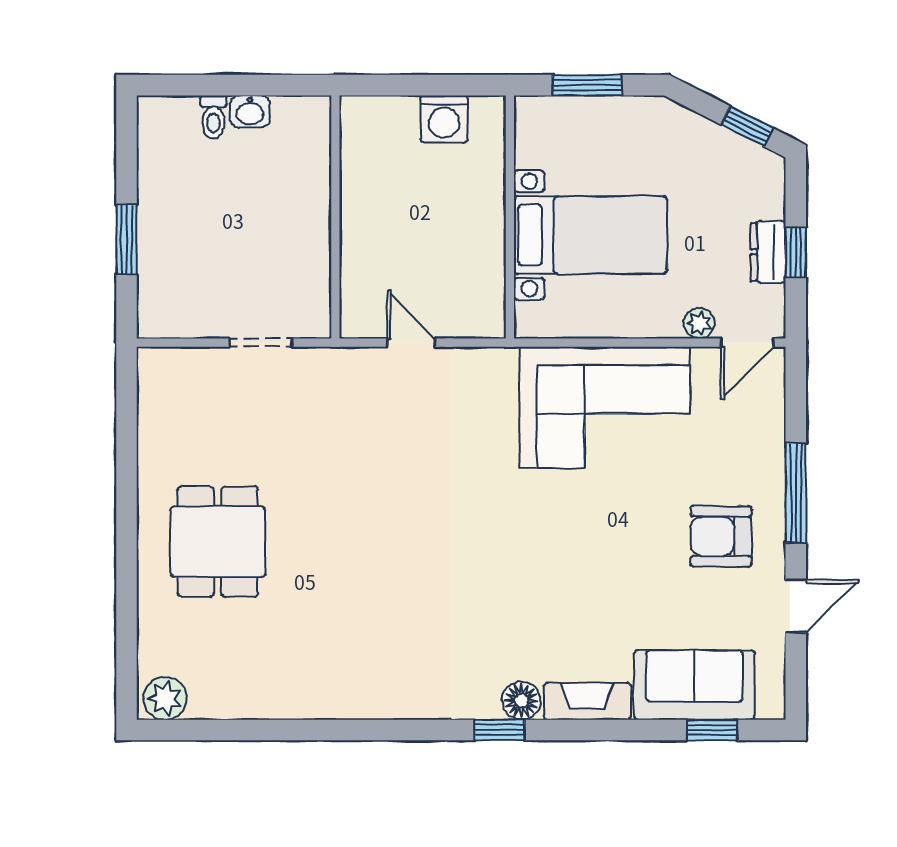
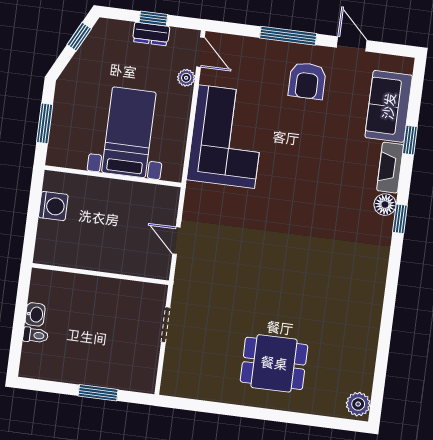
door: (411, 343) -> (176, 241), hinge flipped
window: (712, 730) -> (410, 140), moved

